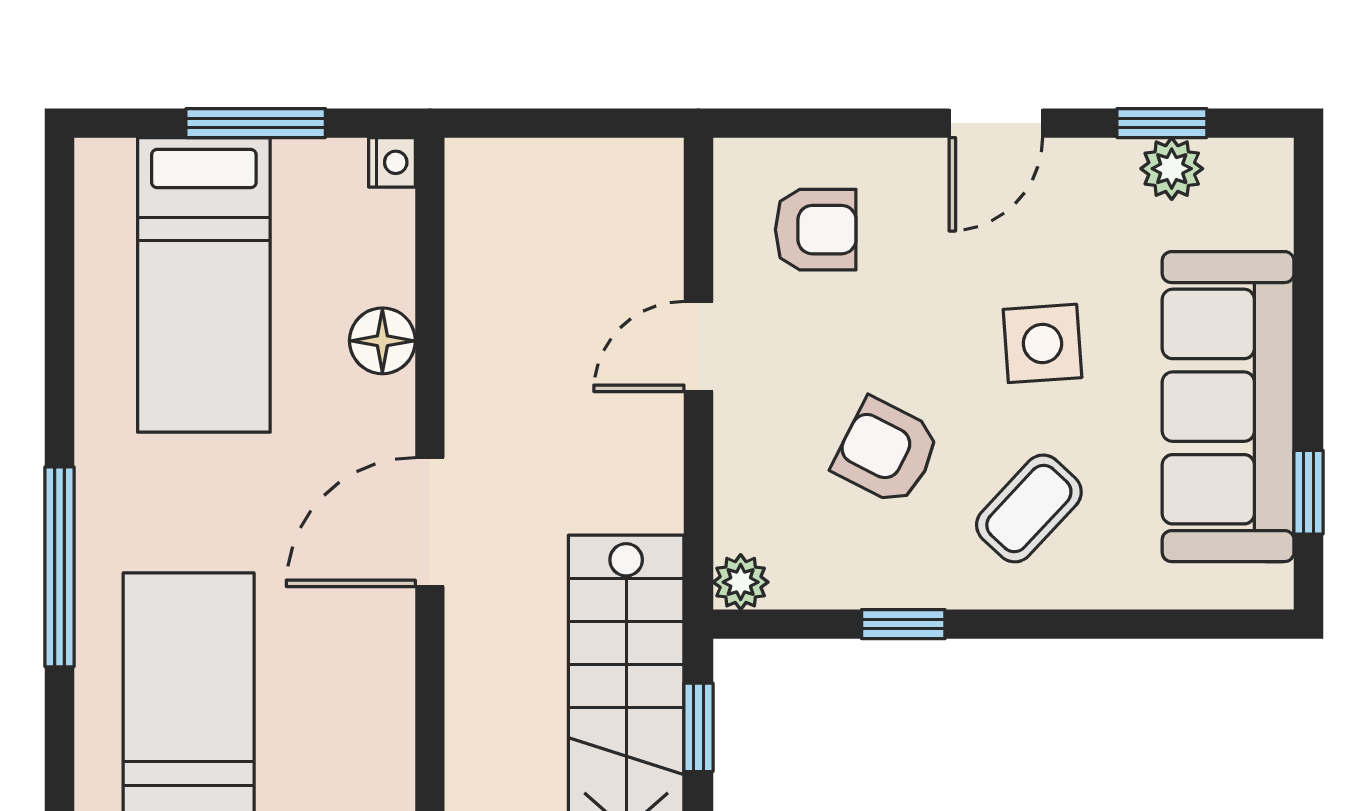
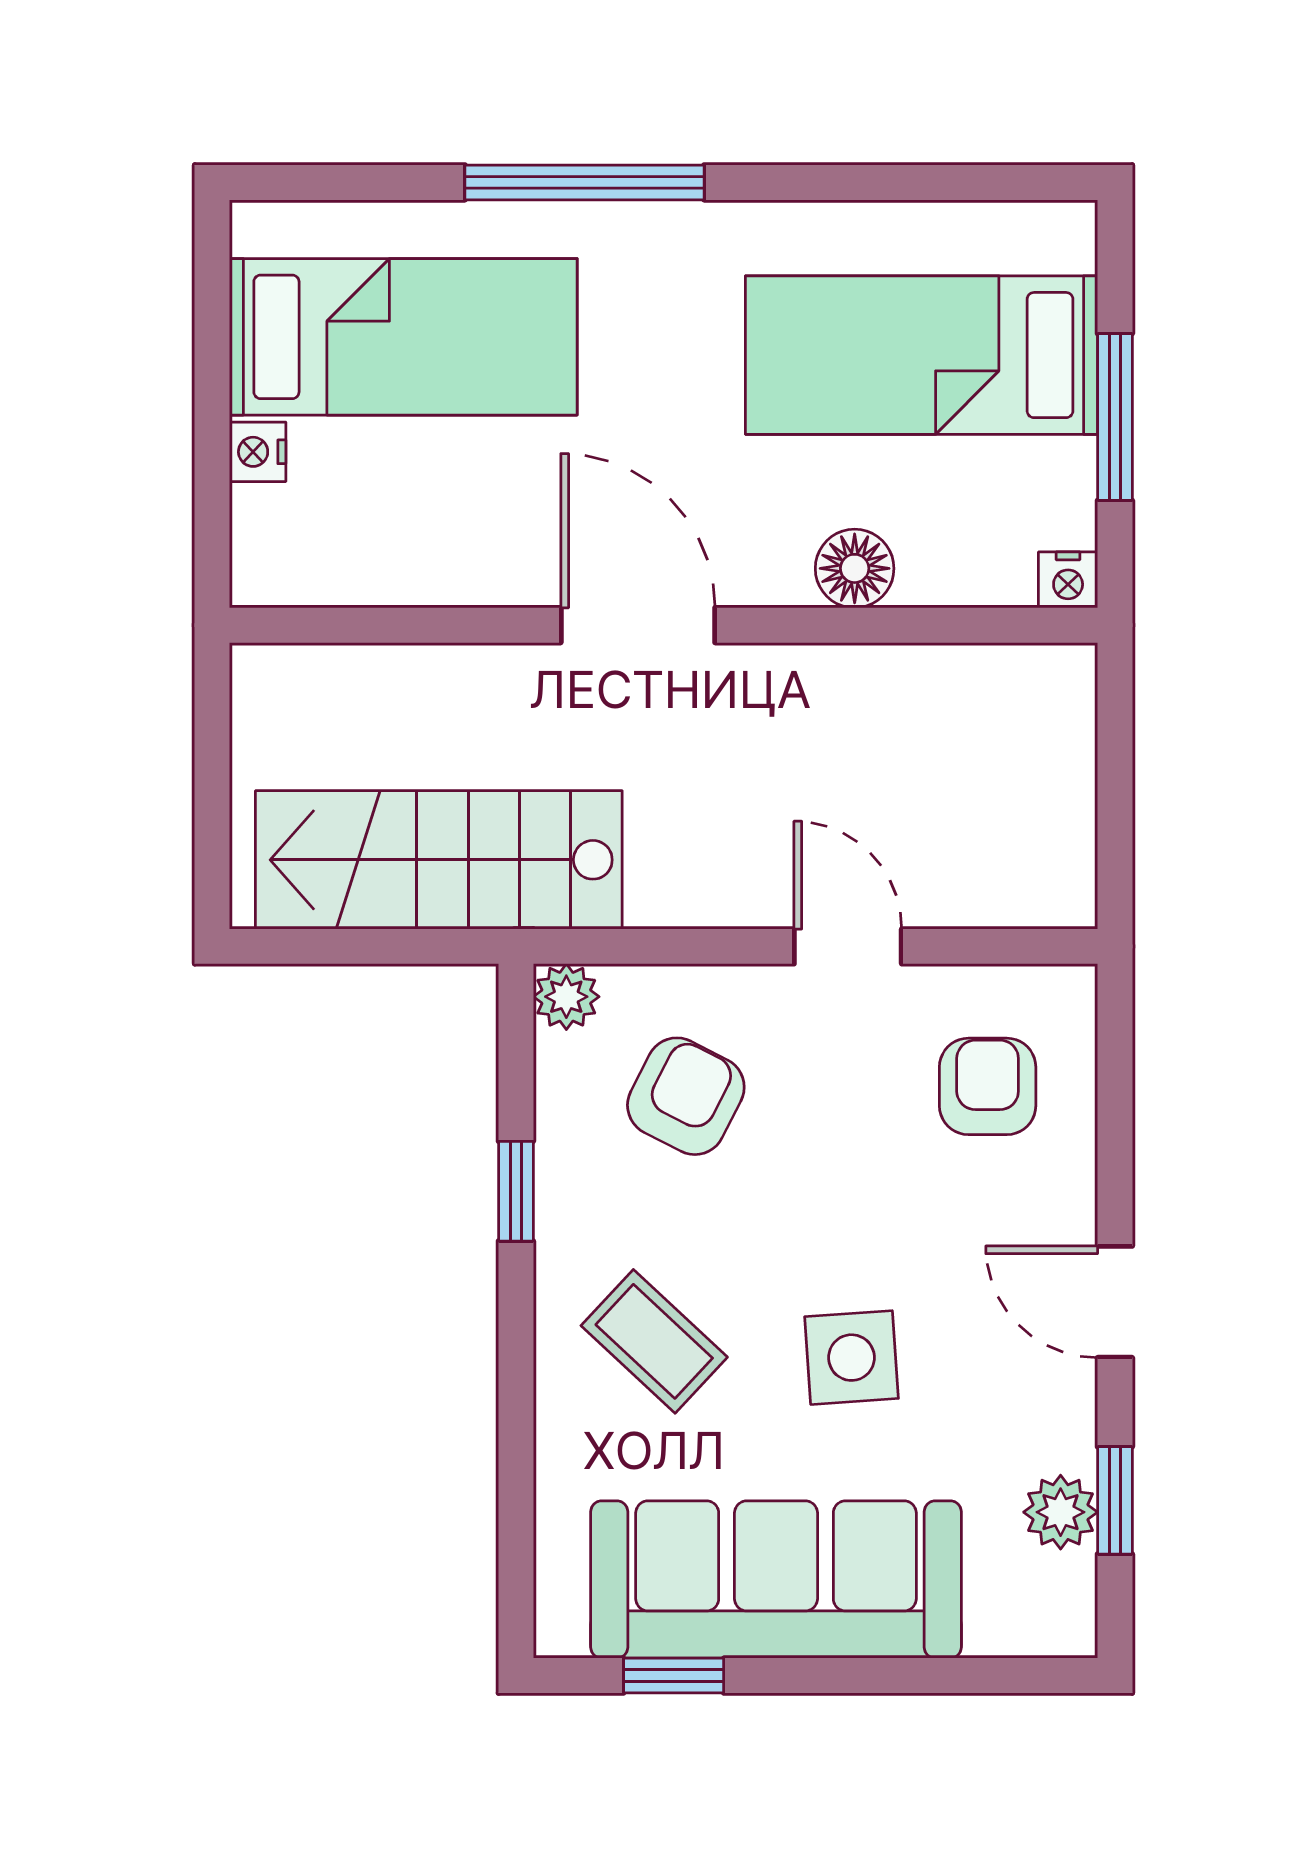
armchair: (816, 230) -> (988, 1086), turned 180
armchair: (887, 452) -> (686, 1096), moved
window: (699, 727) -> (393, 946), removed

